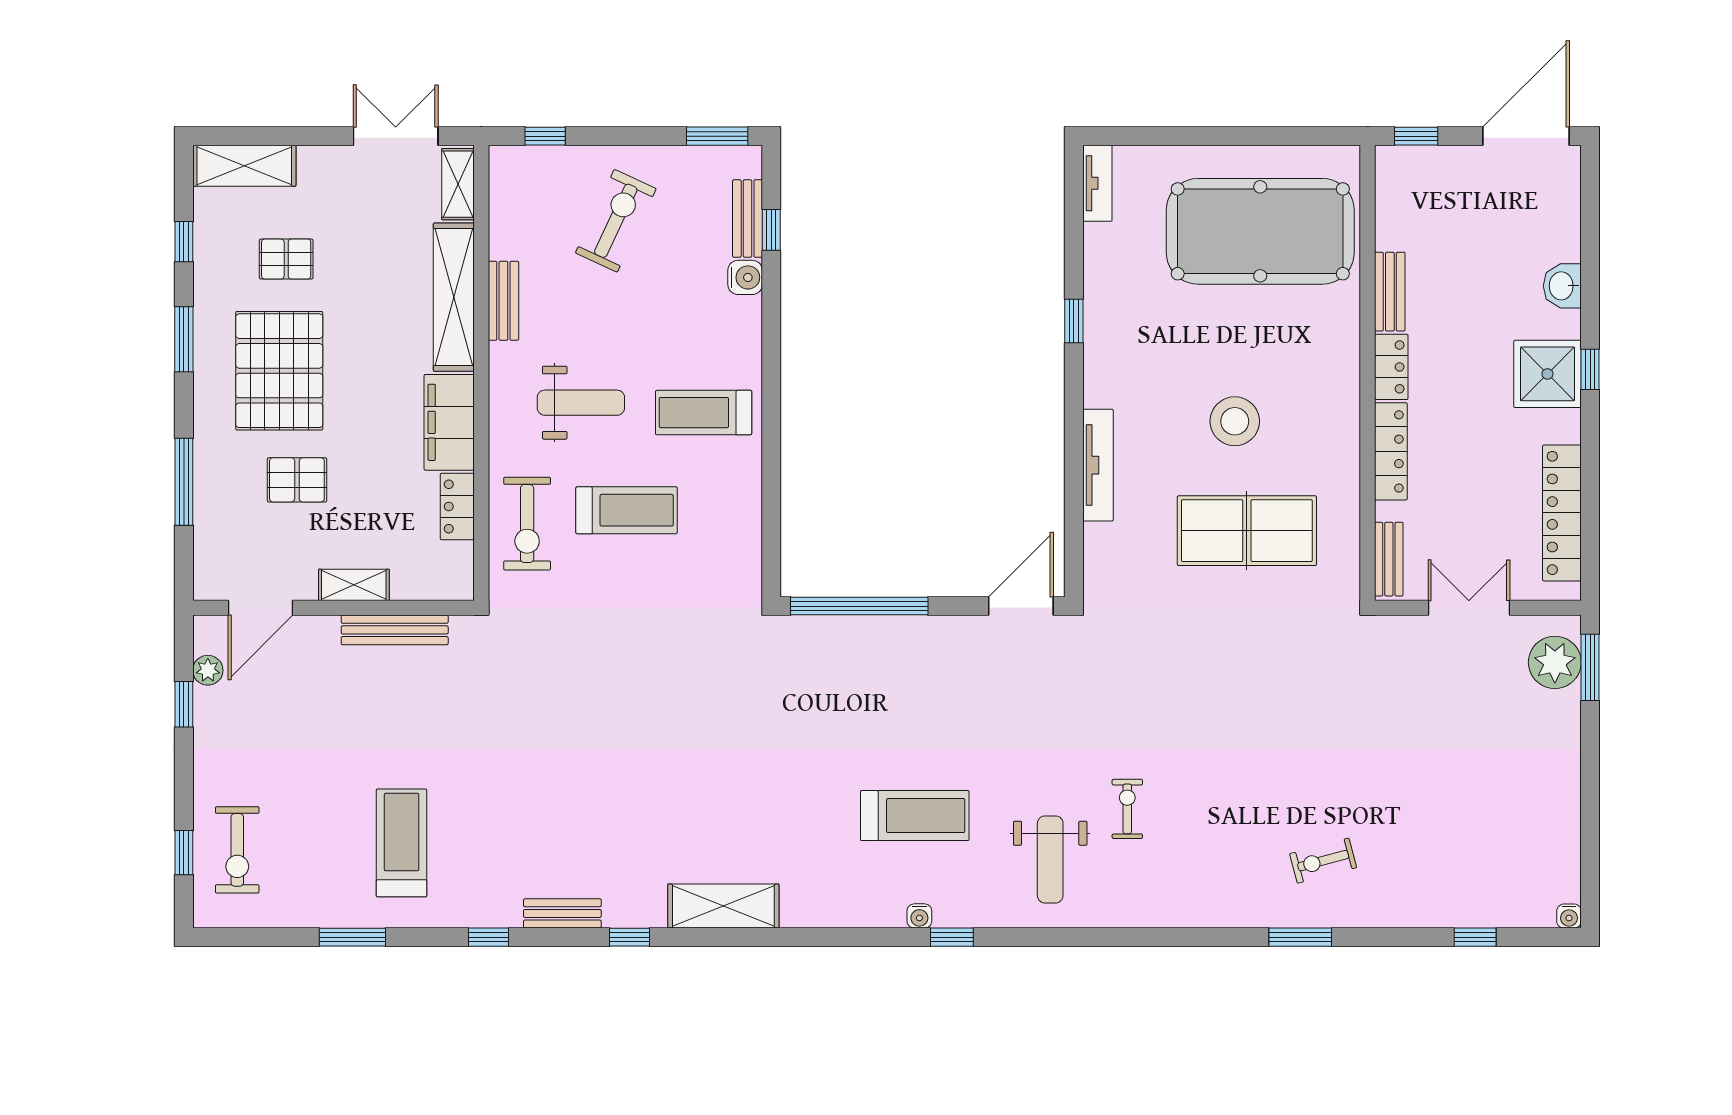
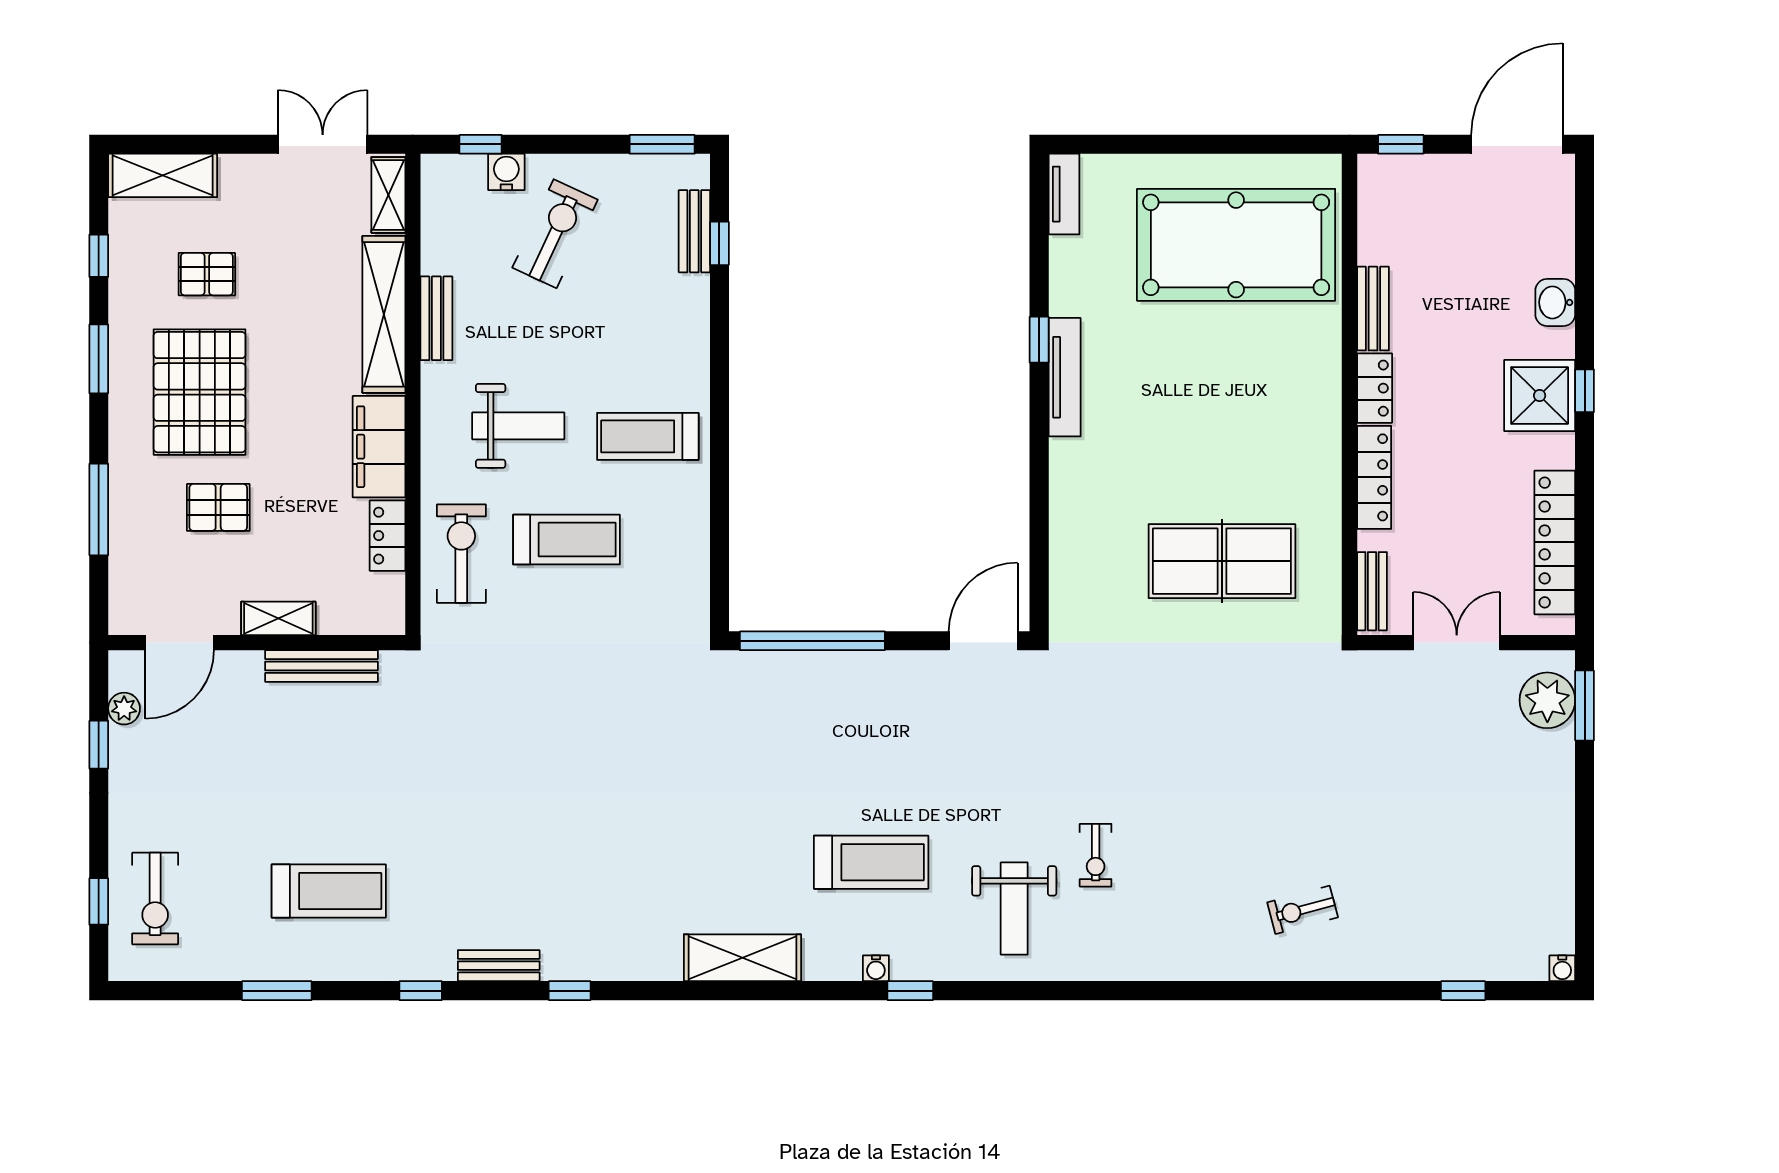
water cooler: (745, 277) -> (506, 172), moved, turned -90
stool: (1235, 421) -> (1209, 446), removed
tv unit: (1098, 465) -> (1065, 377), moved
exercise bike: (527, 524) -> (461, 554), turned 180
exercise bike: (1127, 809) -> (1096, 855), turned 180
treadmill: (402, 843) -> (329, 891), turned 90
shelving: (723, 906) -> (742, 958), moved
window: (1300, 937) -> (1278, 991), removed

